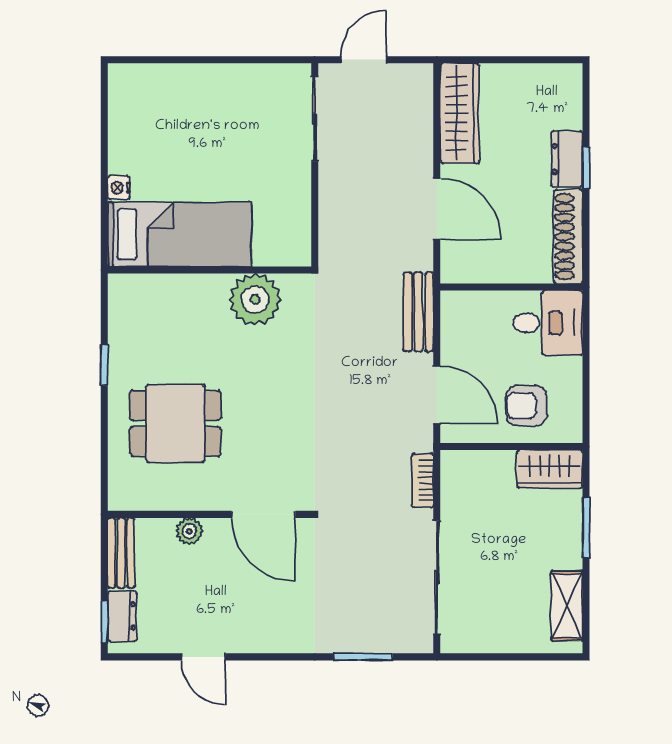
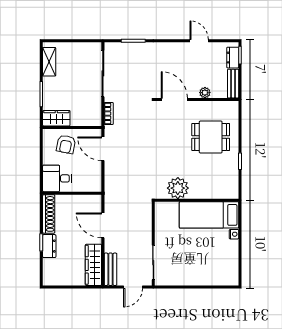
bench: (418, 312) -> (110, 269), moved
armchair: (526, 406) -> (66, 144), turned 101

